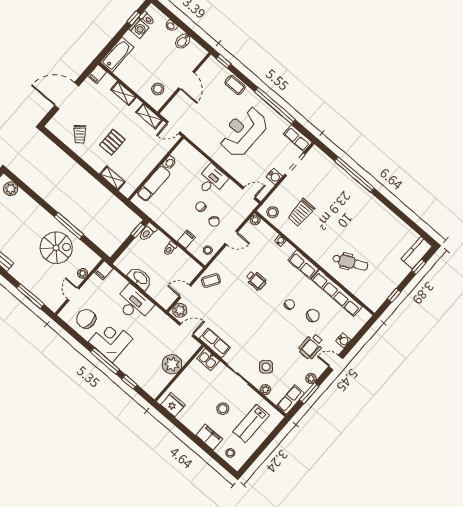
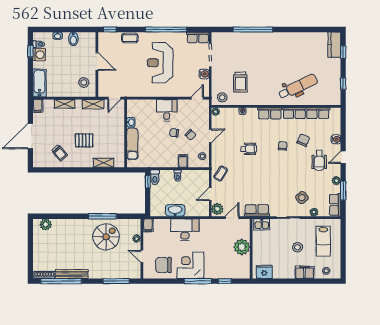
pallet: (112, 142) -> (84, 140), turned 90
dental chair: (350, 262) -> (298, 87), width x1.36, depth x1.38

